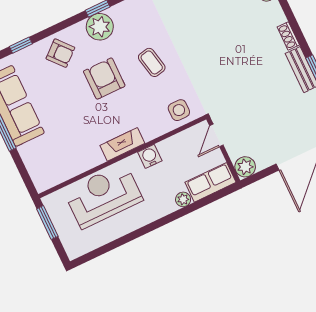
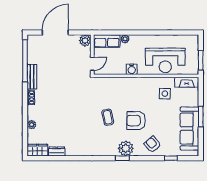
armchair: (104, 79) -> (136, 121), turned 90
side table: (179, 110) -> (165, 94), moved
fireplace: (122, 144) -> (187, 82), moved

